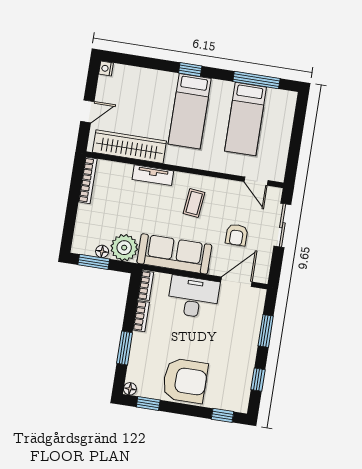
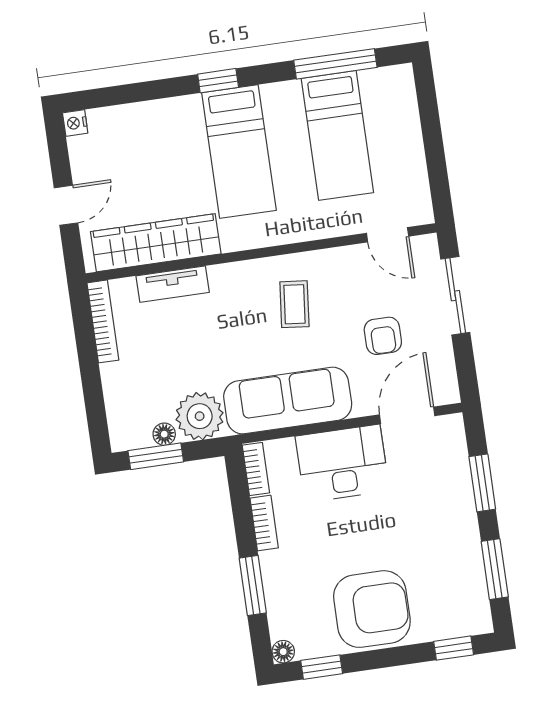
tv unit: (153, 175) -> (173, 284), moved
window: (258, 380) -> (495, 569), width x1.50

